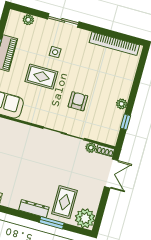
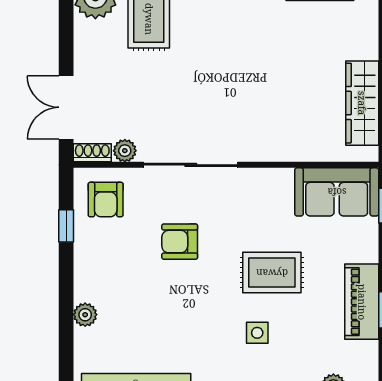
armchair: (78, 101) -> (180, 242), turned 90
plant: (122, 104) -> (85, 315), moved
armchair: (105, 129) -> (106, 200), added

